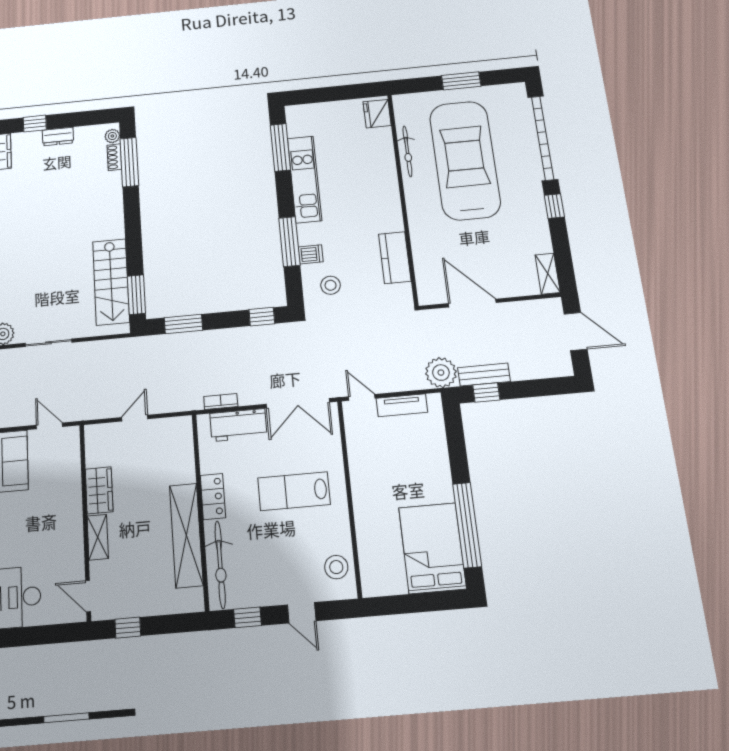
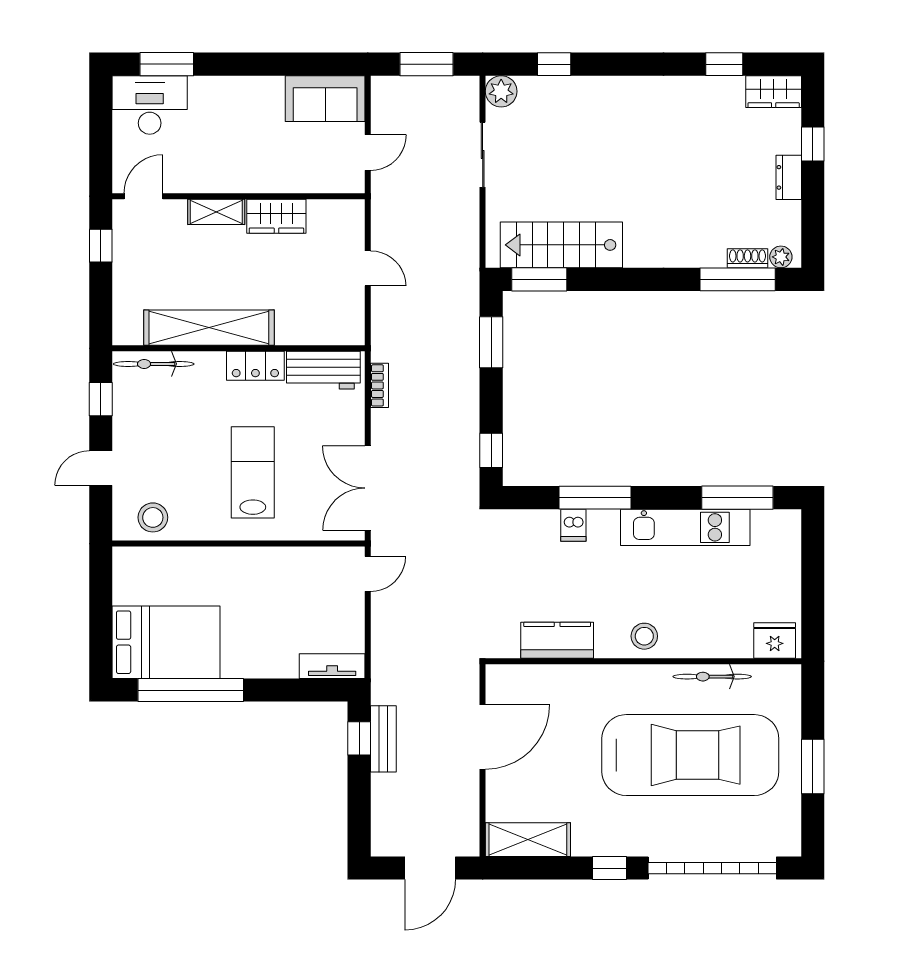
shelving: (548, 274) -> (528, 840), width x1.50, depth x1.33
stool: (331, 285) -> (644, 636), moved
plant: (441, 373) -> (391, 682), removed
tv unit: (402, 405) -> (332, 666), moved, turned 90
workbench: (238, 425) -> (323, 370), moved, turned -90
bicycle: (220, 565) -> (154, 364), width x0.73, depth x0.71

